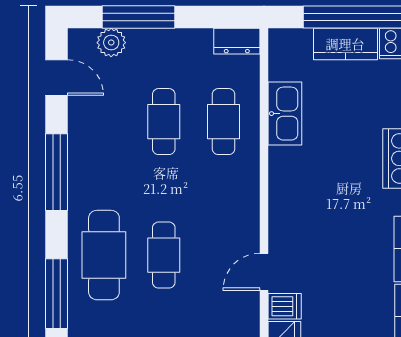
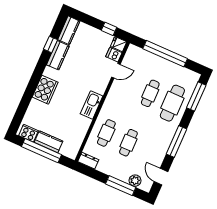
kitchen sink: (285, 114) -> (92, 105), moved

